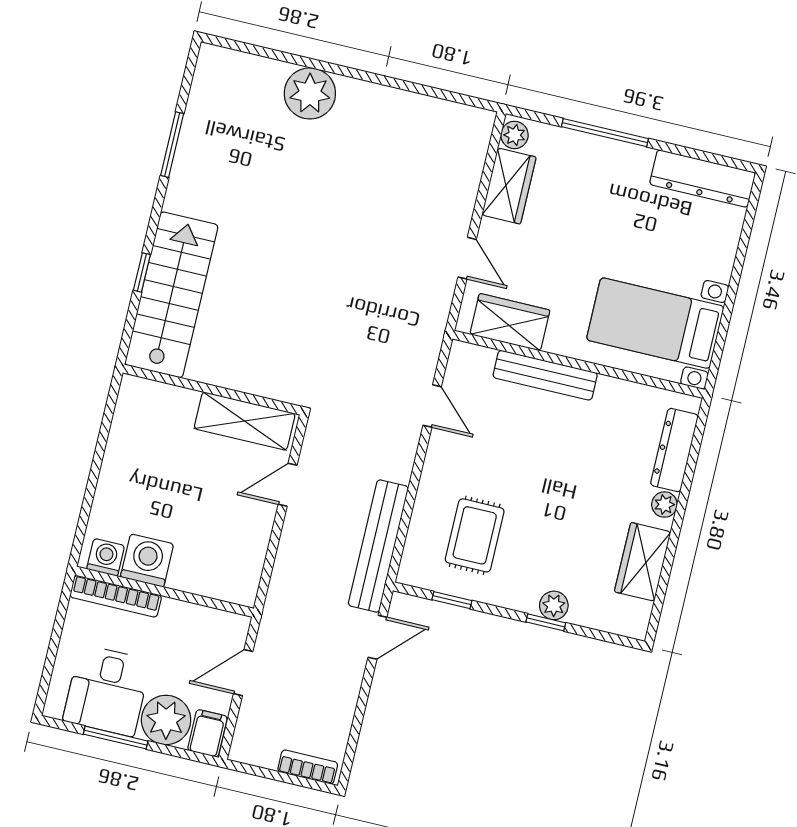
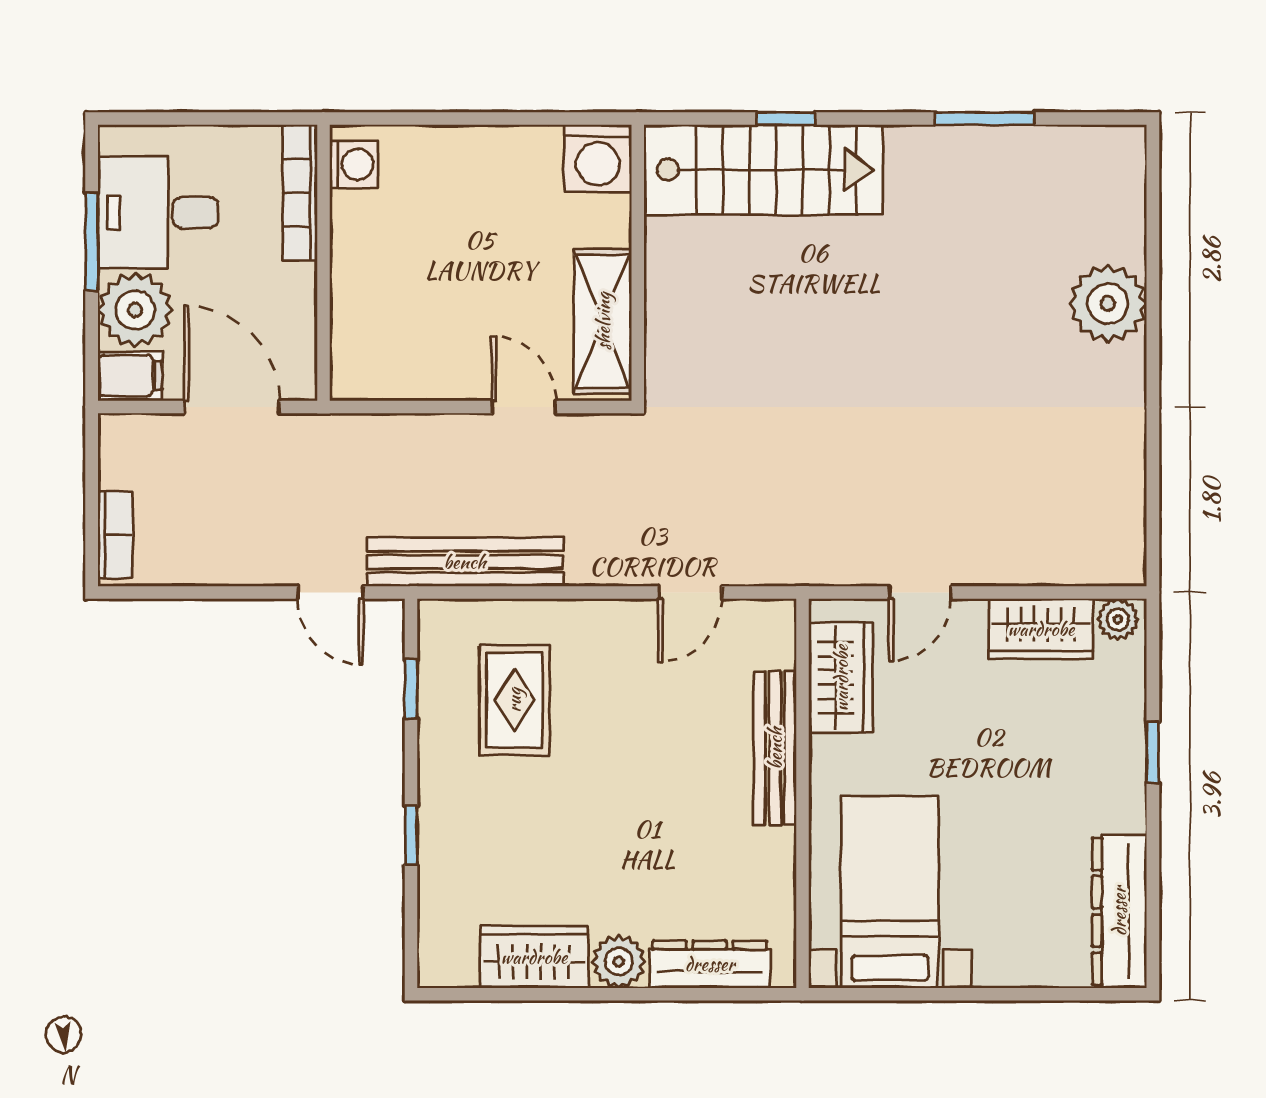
window: (605, 133) -> (1153, 752), width x0.46
plant: (664, 505) -> (619, 962), width x1.38, depth x1.38
rug: (475, 535) -> (514, 700), turned 90
washing machine: (147, 560) -> (598, 158), moved, turned 90
plant: (554, 605) -> (439, 841), removed
door: (243, 673) -> (232, 407), width x1.37

